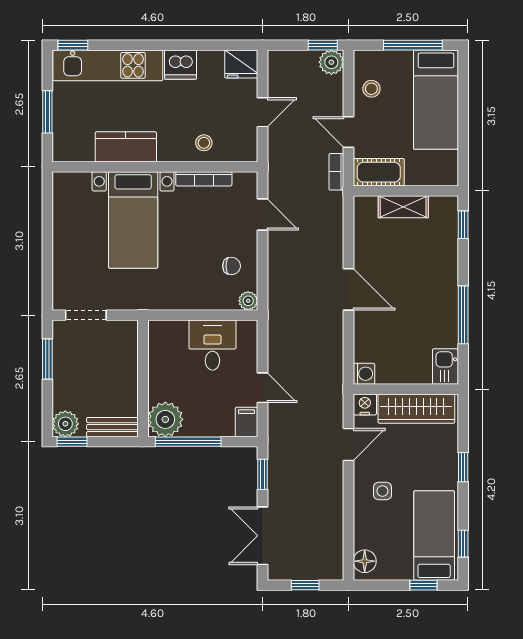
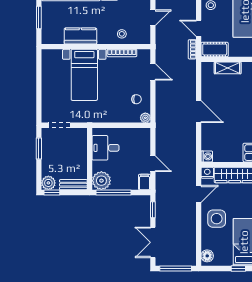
desk: (212, 345) -> (105, 148), moved, turned -90
side table: (382, 491) -> (217, 219), width x1.87, depth x1.87
window: (305, 585) -> (176, 269), width x2.17

